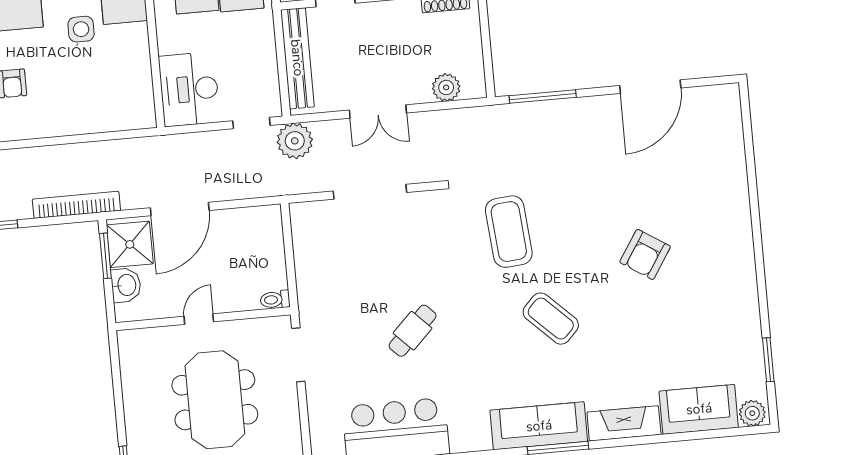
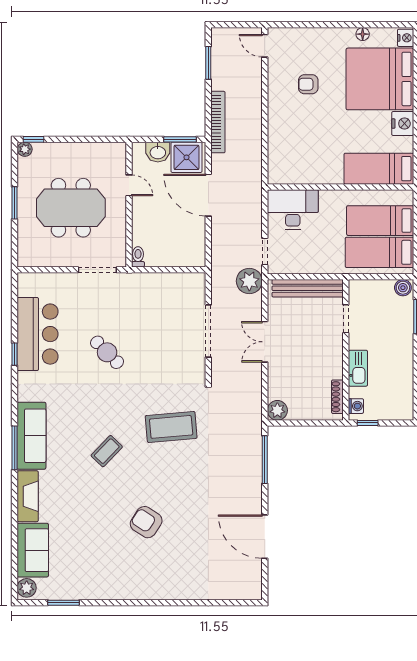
side table: (81, 29) -> (342, 137), removed
plant: (446, 87) -> (277, 410), moved
door: (199, 319) -> (129, 185), moved
coffee table: (551, 319) -> (107, 451), width x0.73, depth x0.77

